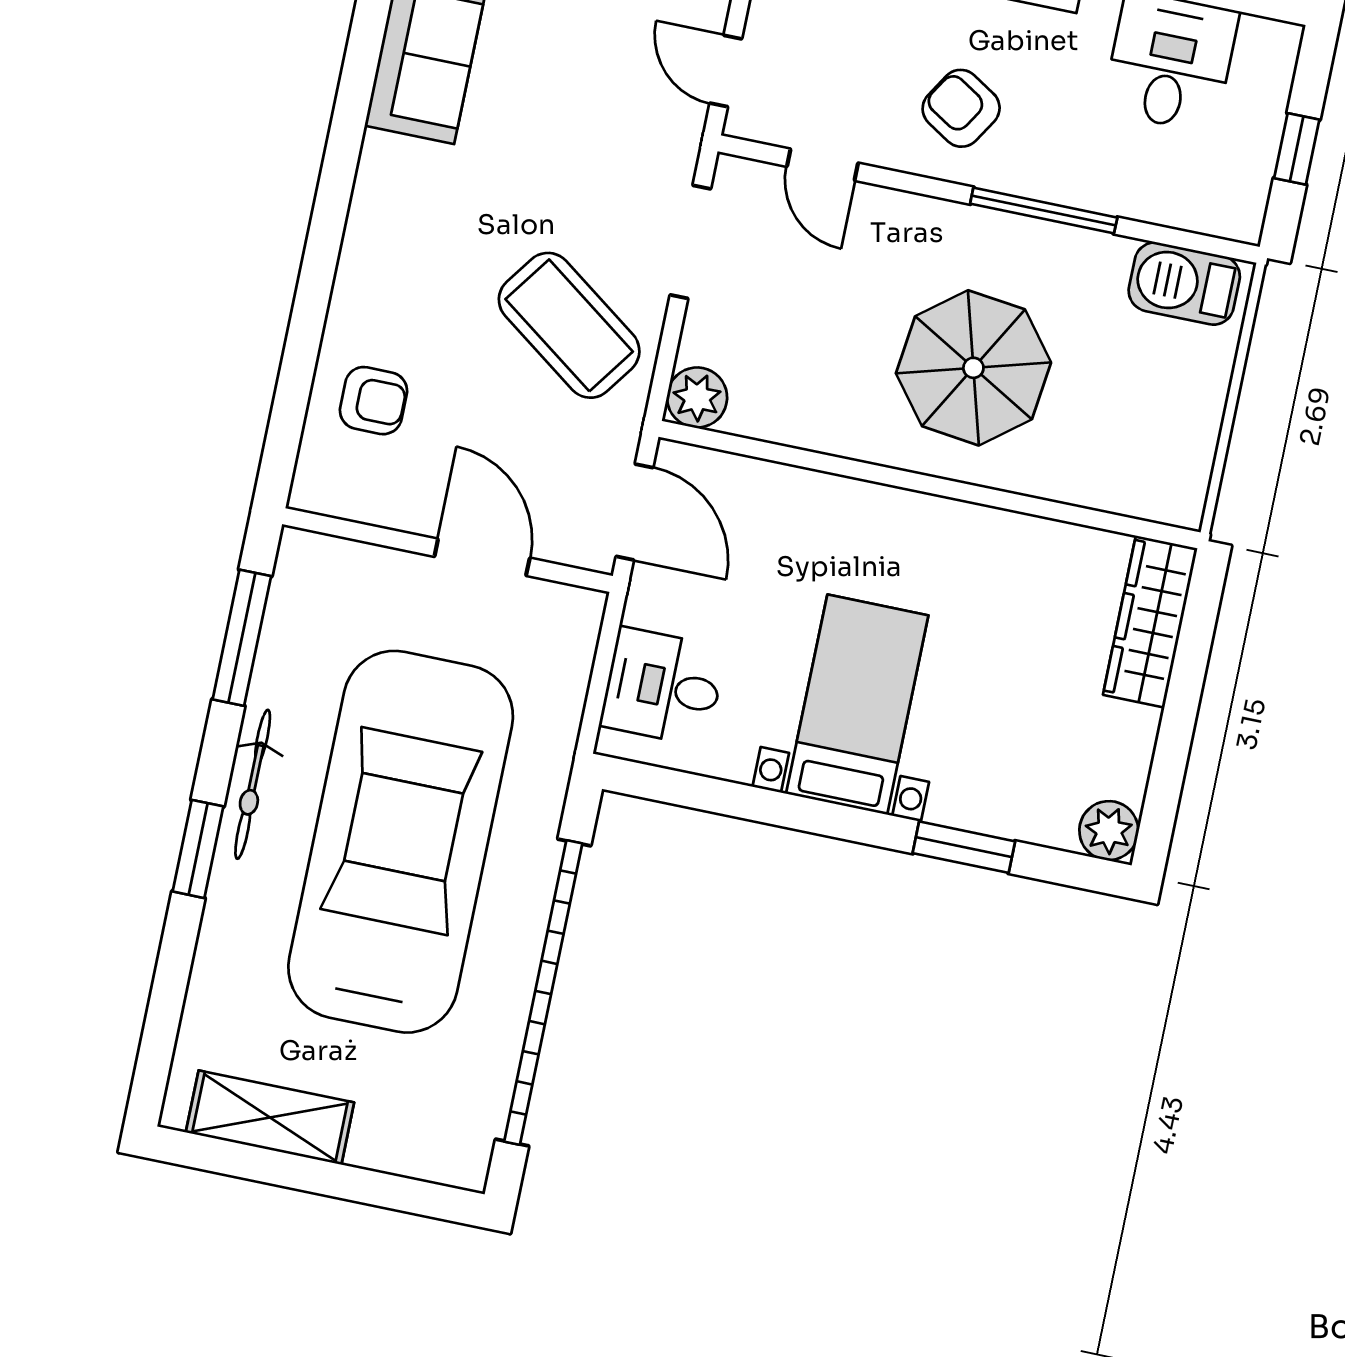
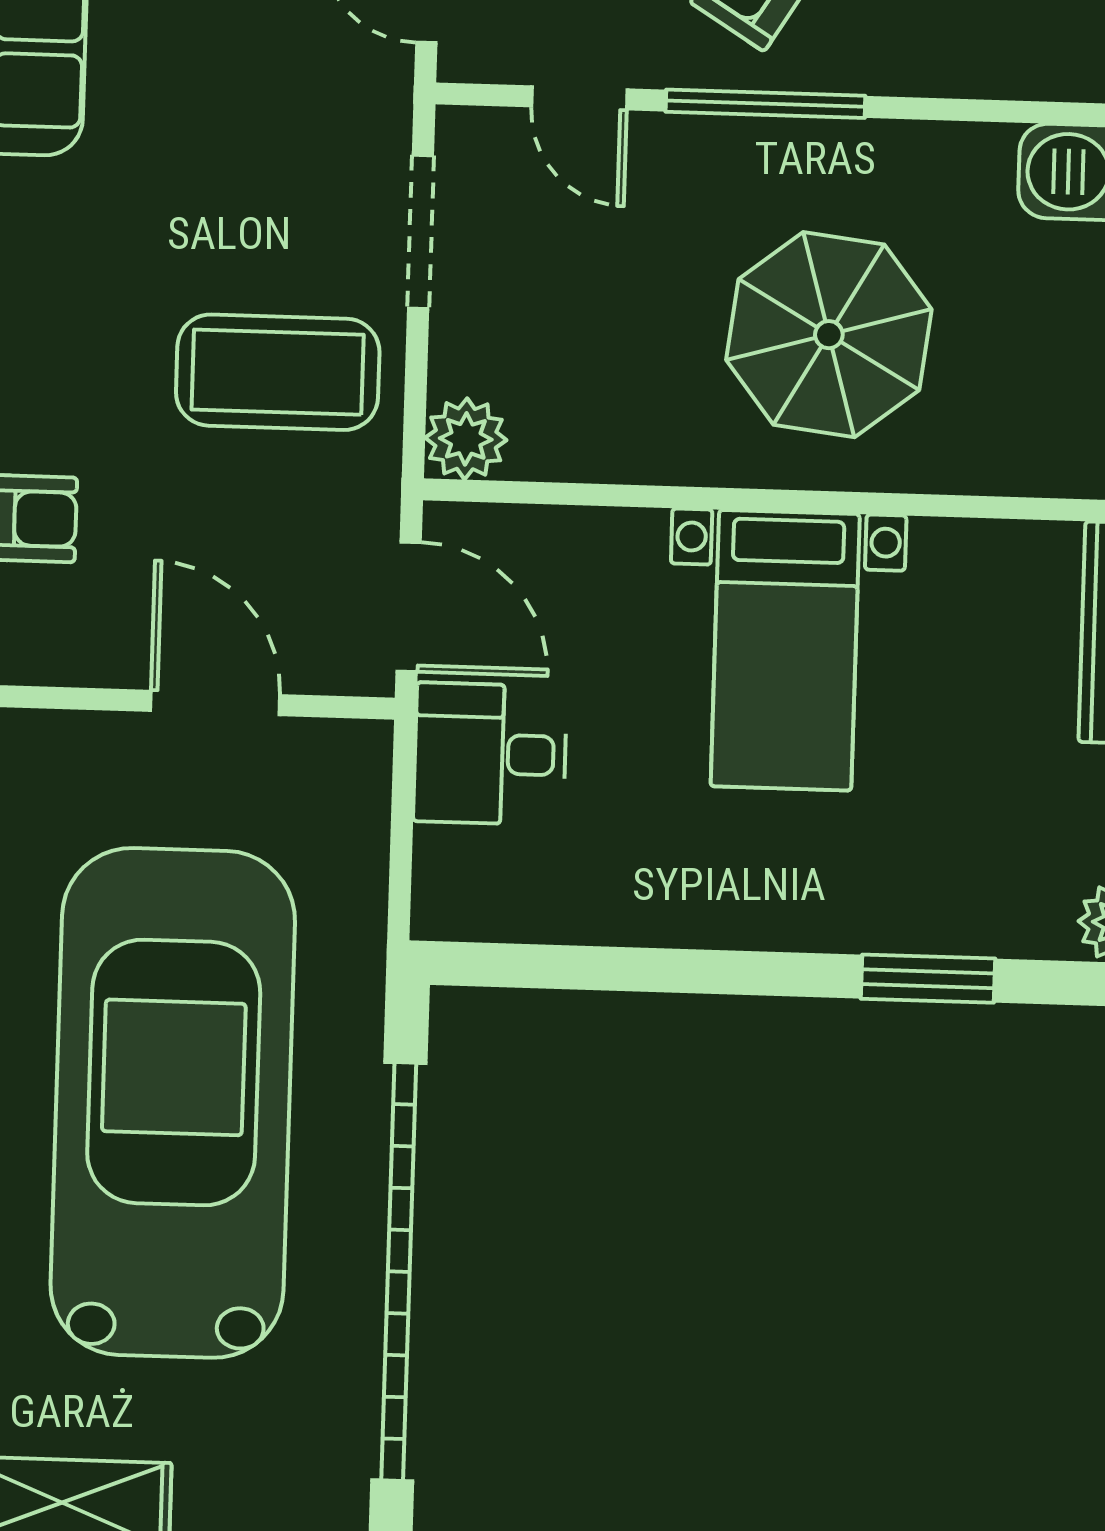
window: (1044, 211) -> (765, 104), moved
coffee table: (569, 325) -> (278, 372), turned -36
desk: (663, 687) -> (490, 754), moved
bed with nightstands: (857, 705) -> (785, 650), moved, turned 180

